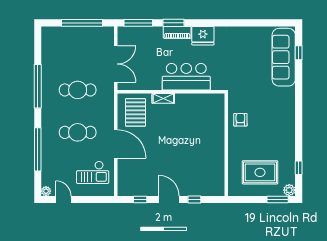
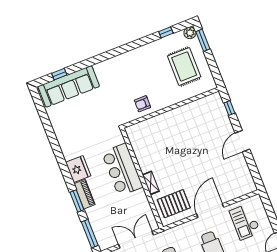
checkout: (93, 172) -> (245, 222), turned 180
window: (140, 199) -> (253, 168), removed
window: (194, 199) -> (229, 108), moved

